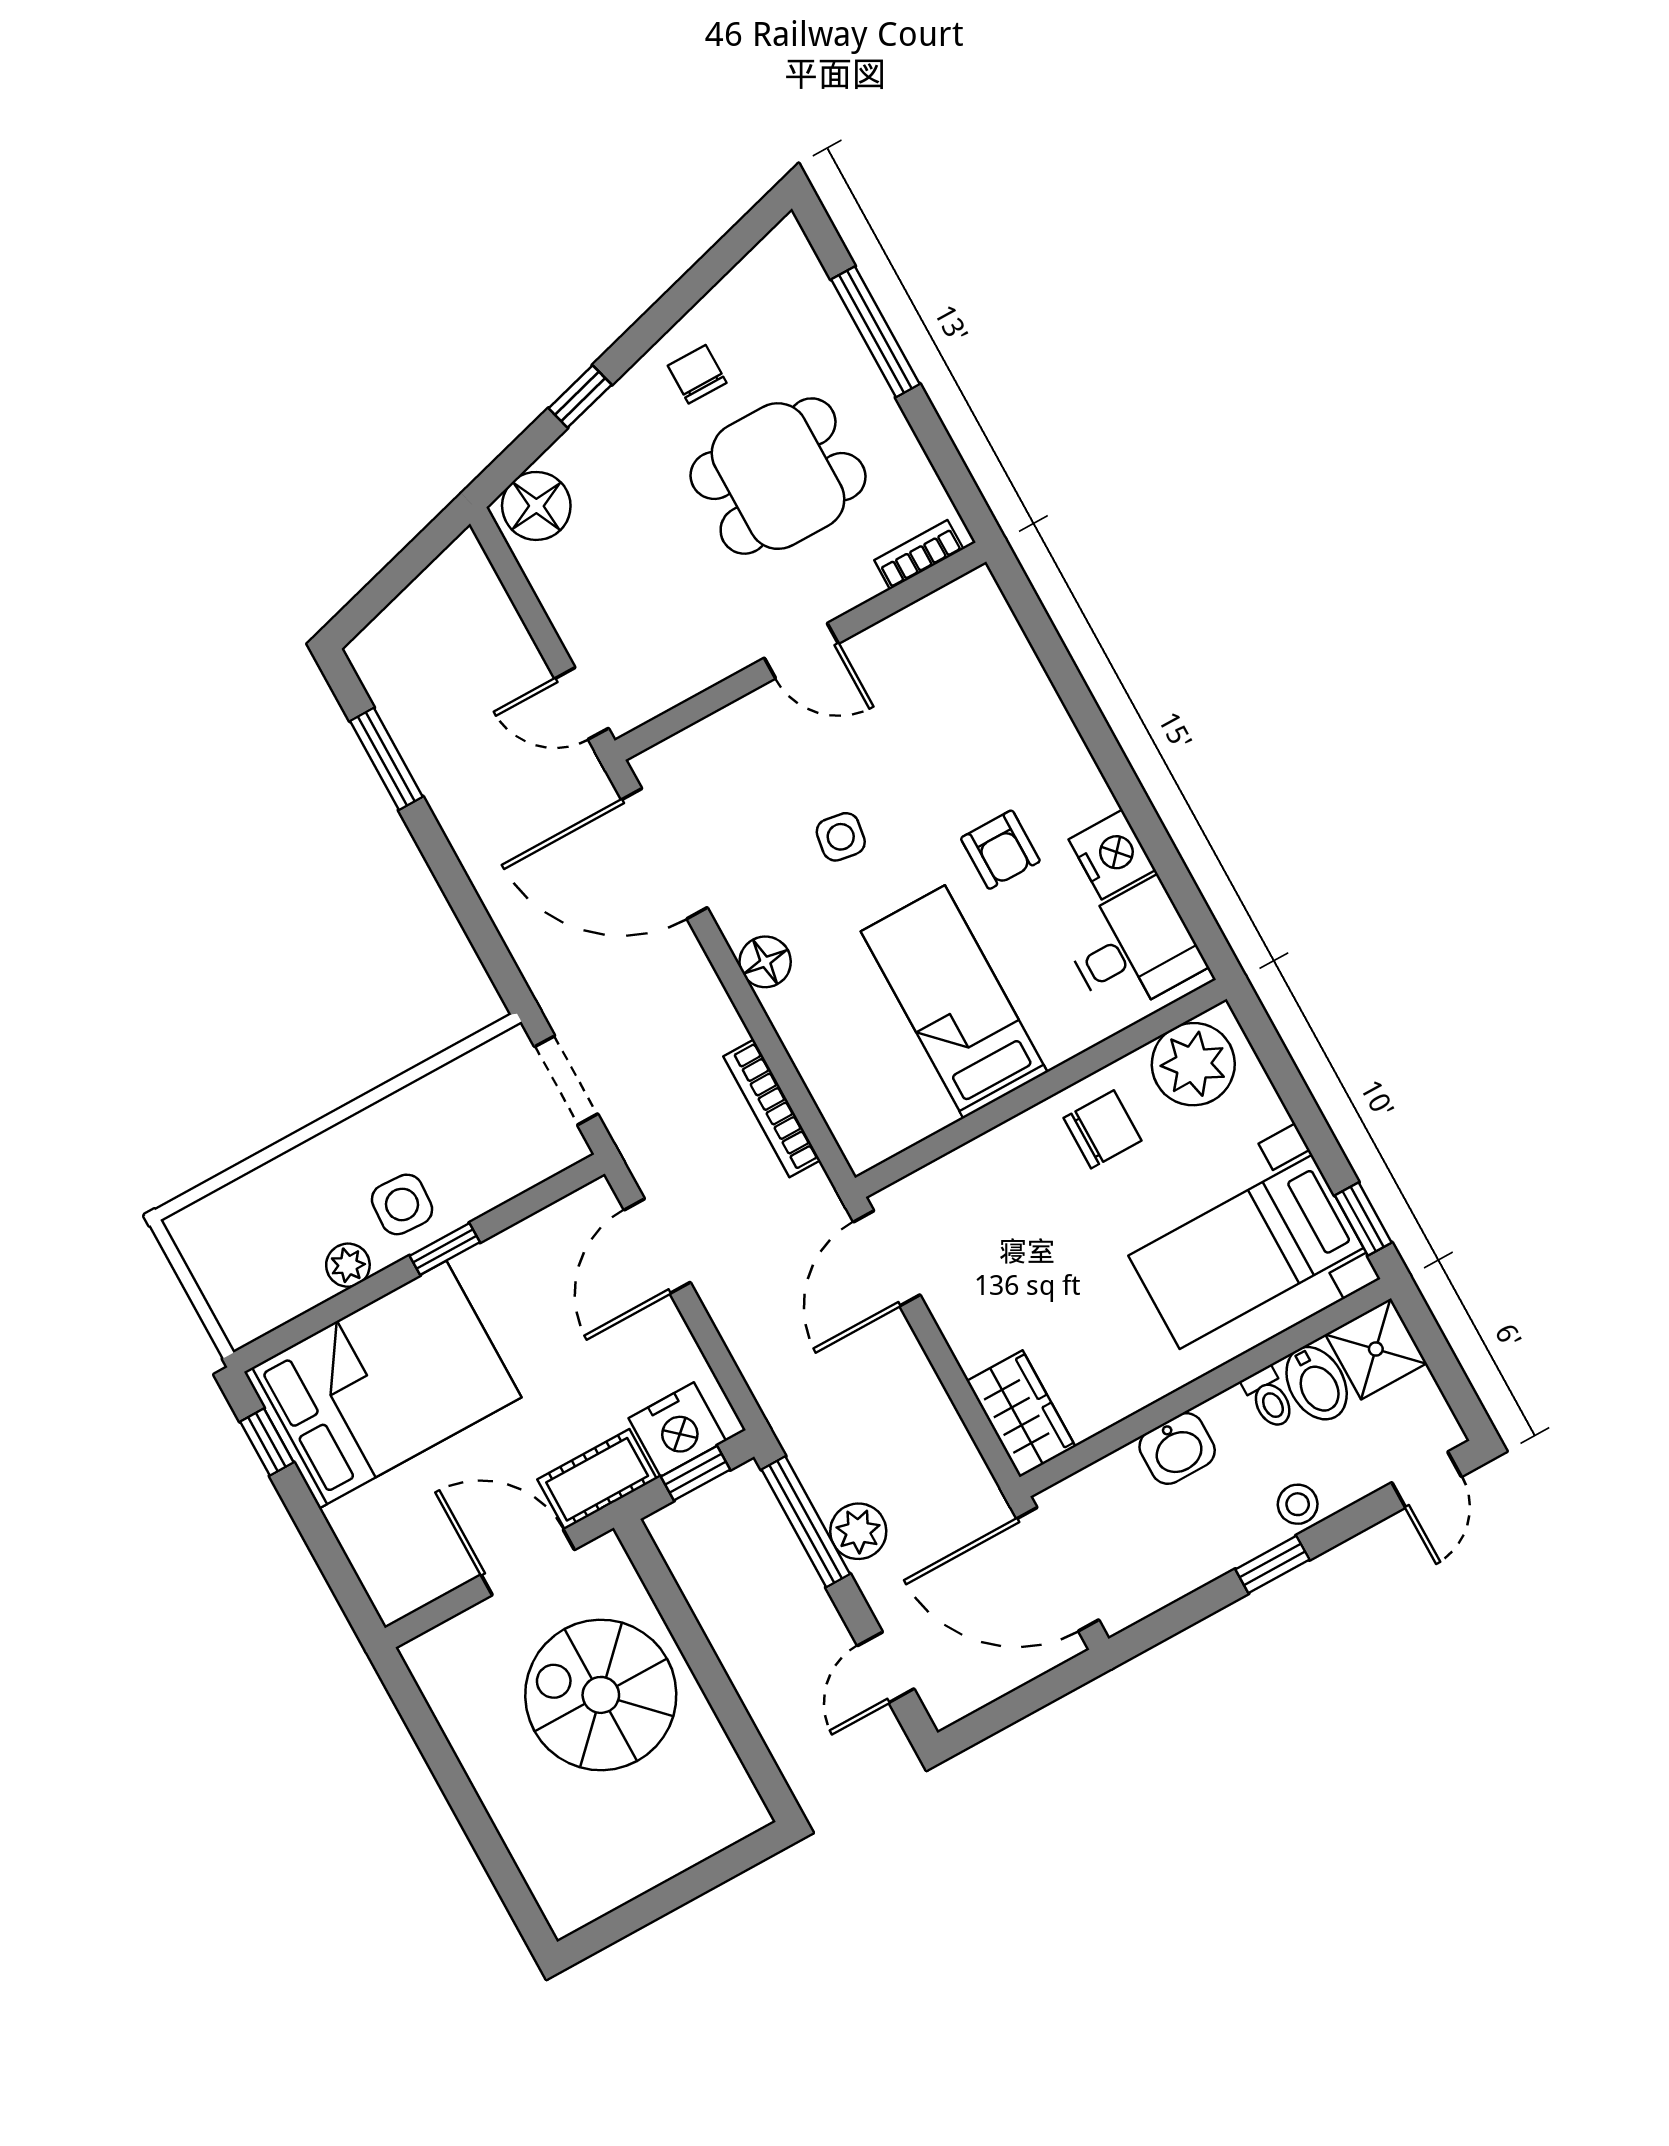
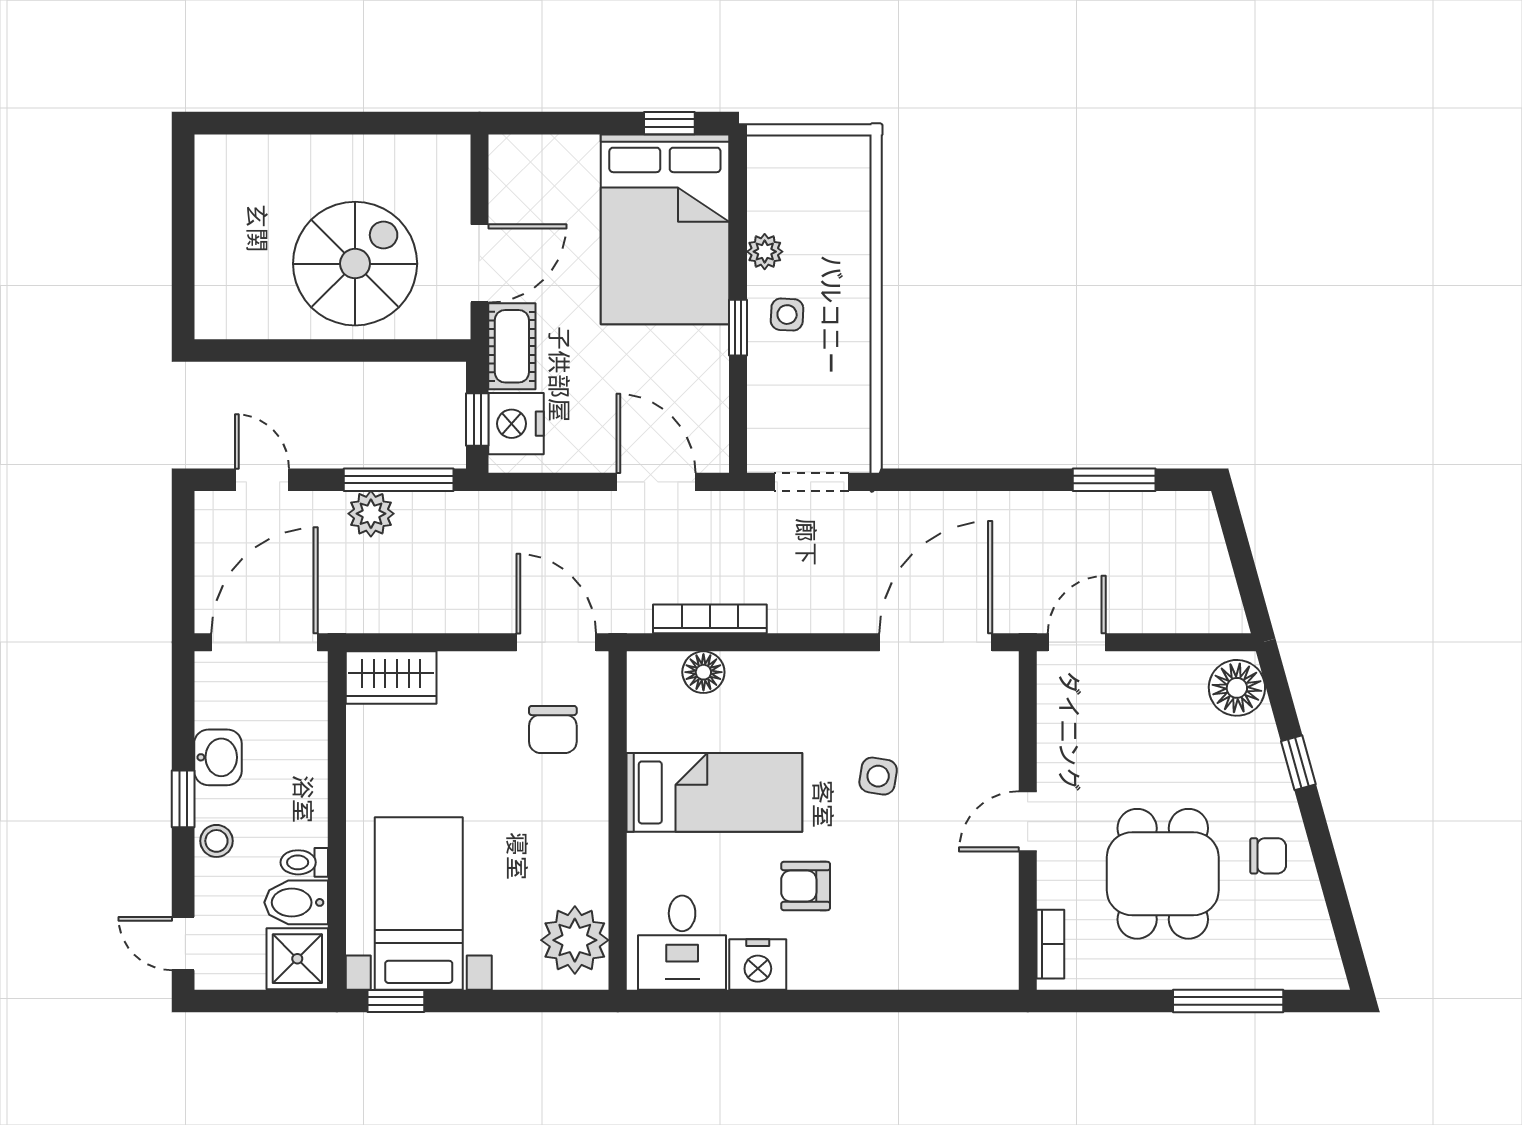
floor lamp: (765, 962) -> (703, 672), moved
chair: (1102, 1129) -> (553, 729), moved
side table: (402, 1204) -> (787, 315), width x0.73, depth x0.73
washbasin: (1177, 1449) -> (218, 757), moved, turned 180

